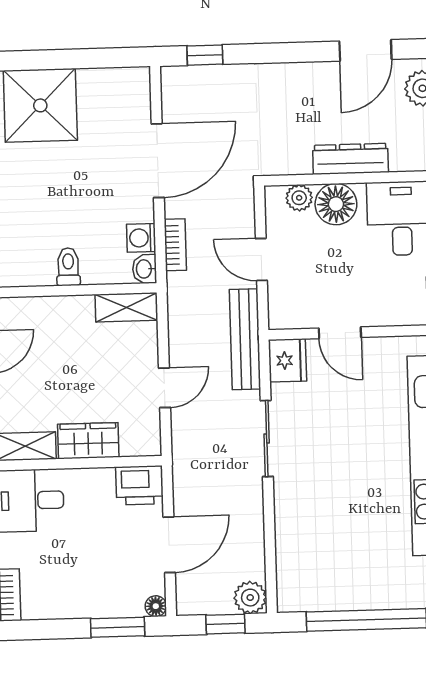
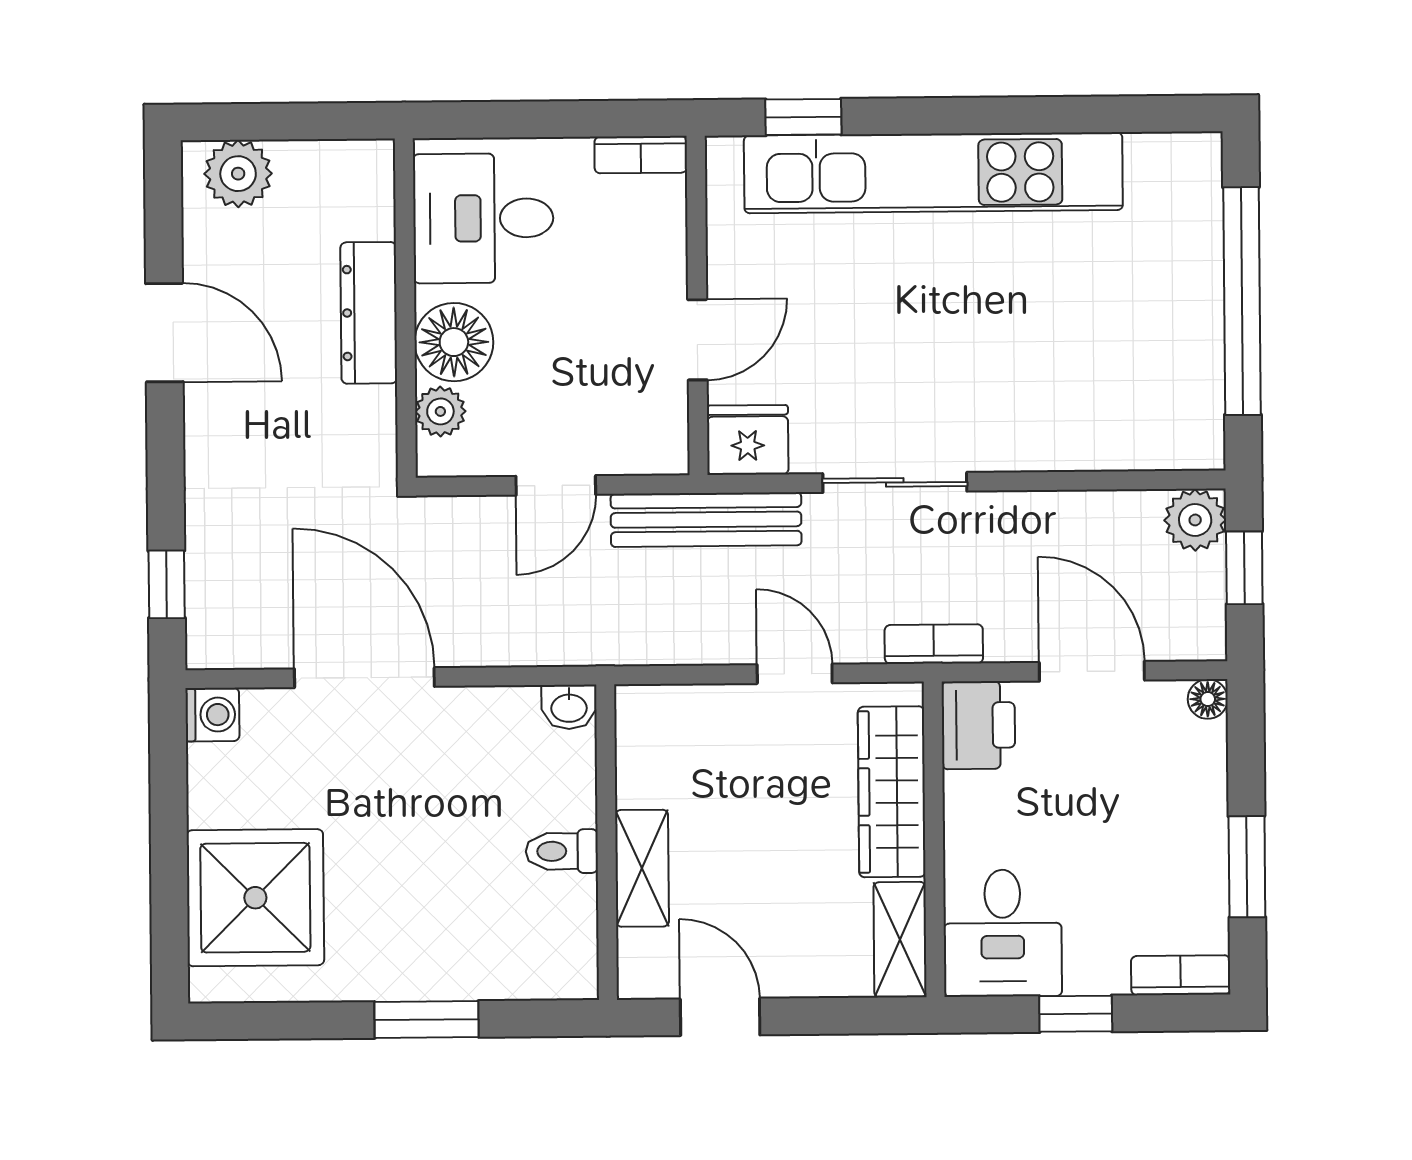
door: (365, 50) -> (164, 333), moved
washing machine: (141, 238) -> (212, 715), moved, turned -90
bookcase: (175, 245) -> (934, 644), moved
shelving: (126, 307) -> (642, 868), moved
wardrobe: (88, 441) -> (892, 792), width x1.50
window: (118, 627) -> (1247, 867), moved

